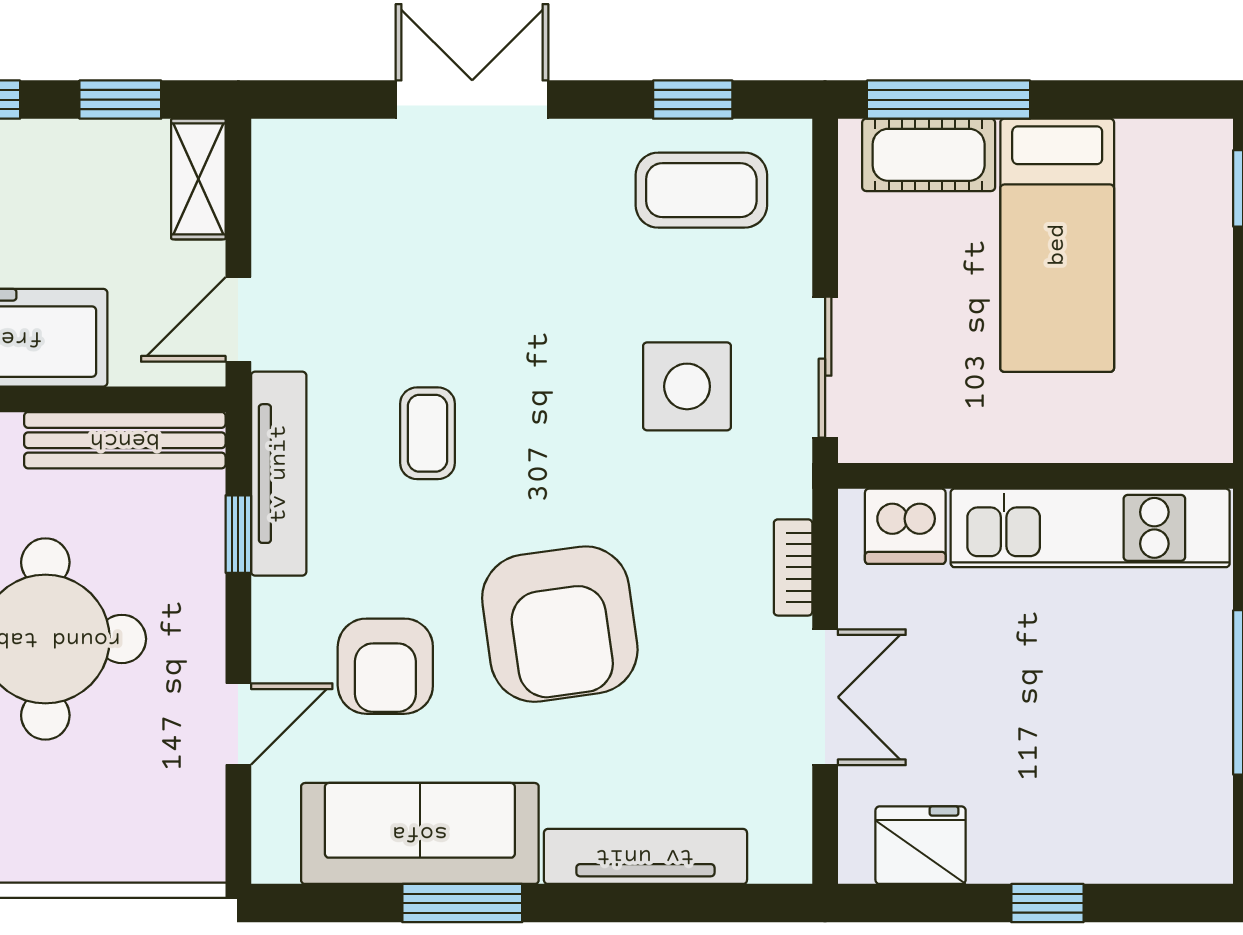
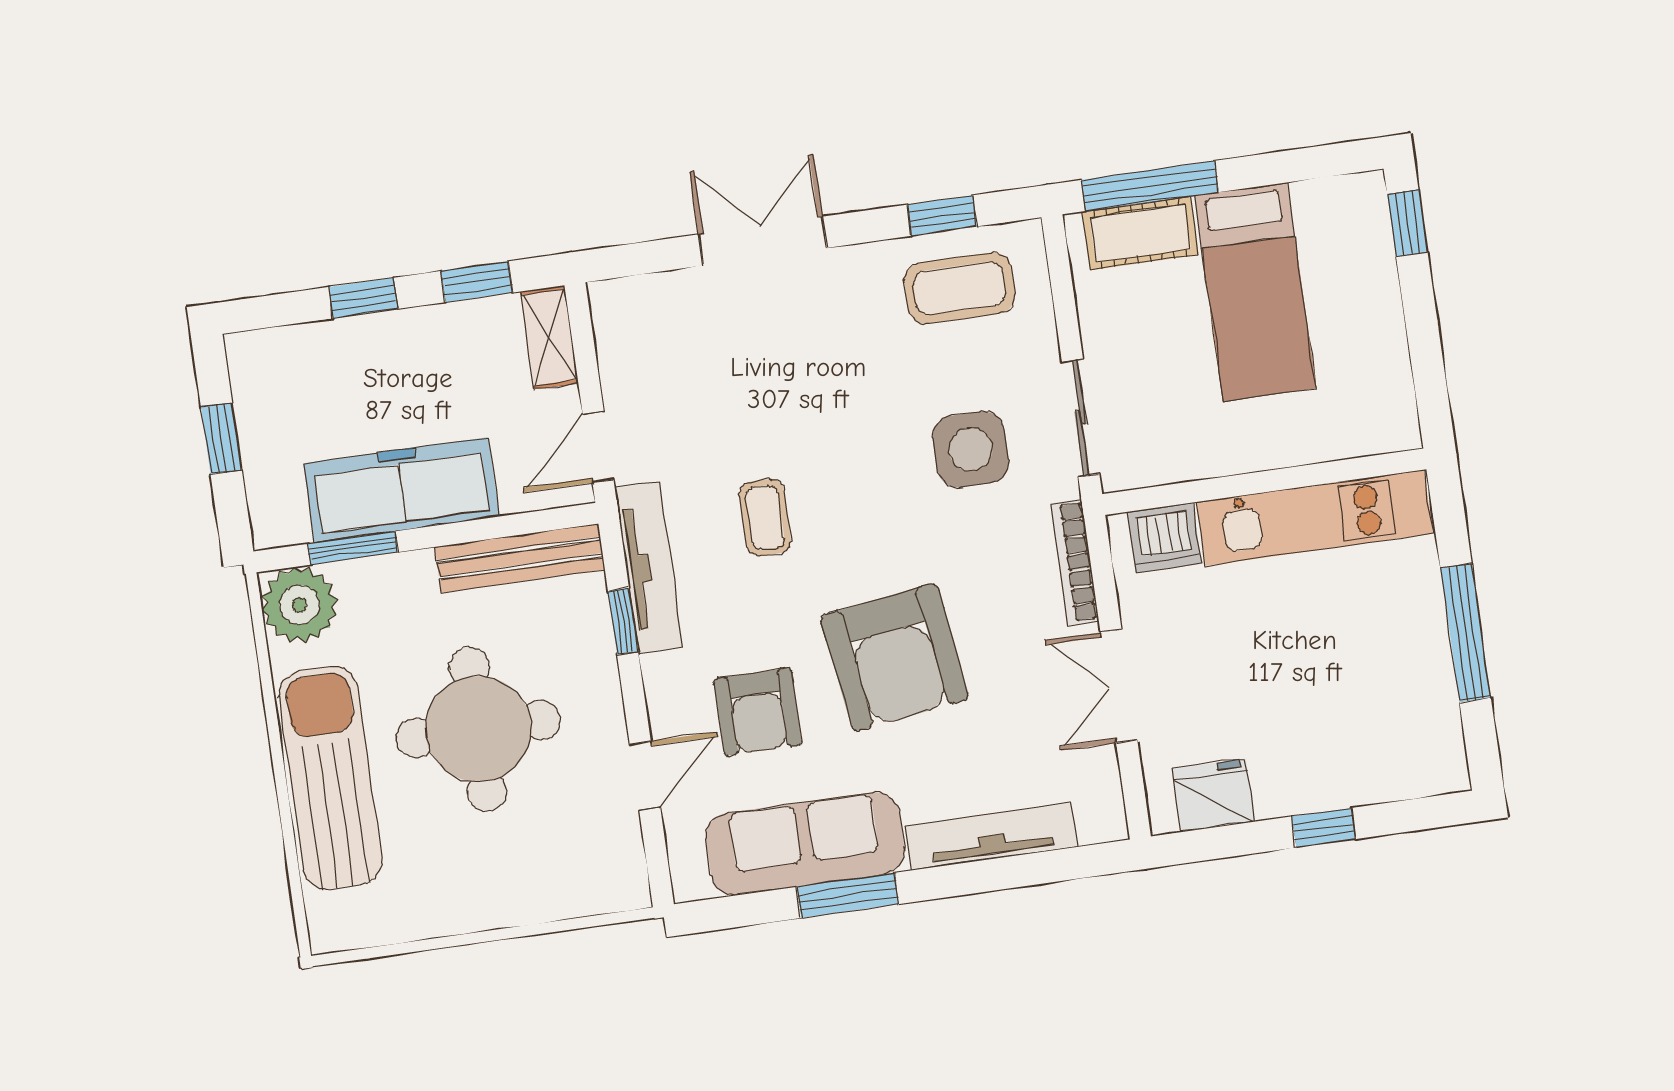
bookcase: (793, 567) -> (1075, 562), width x1.56
double door: (825, 697) -> (1119, 686), swing flipped

